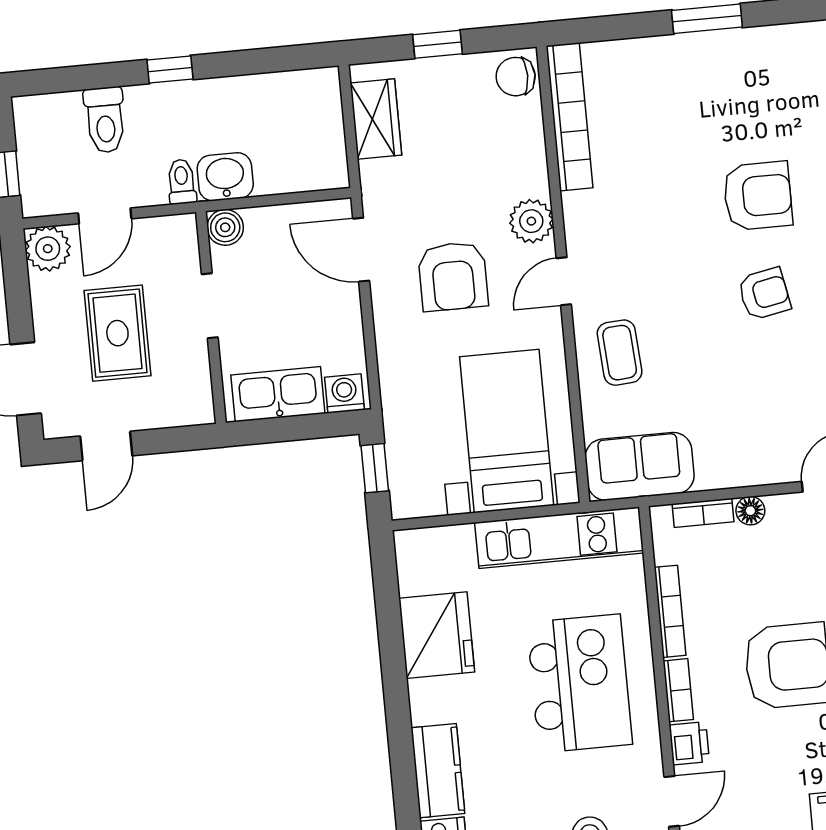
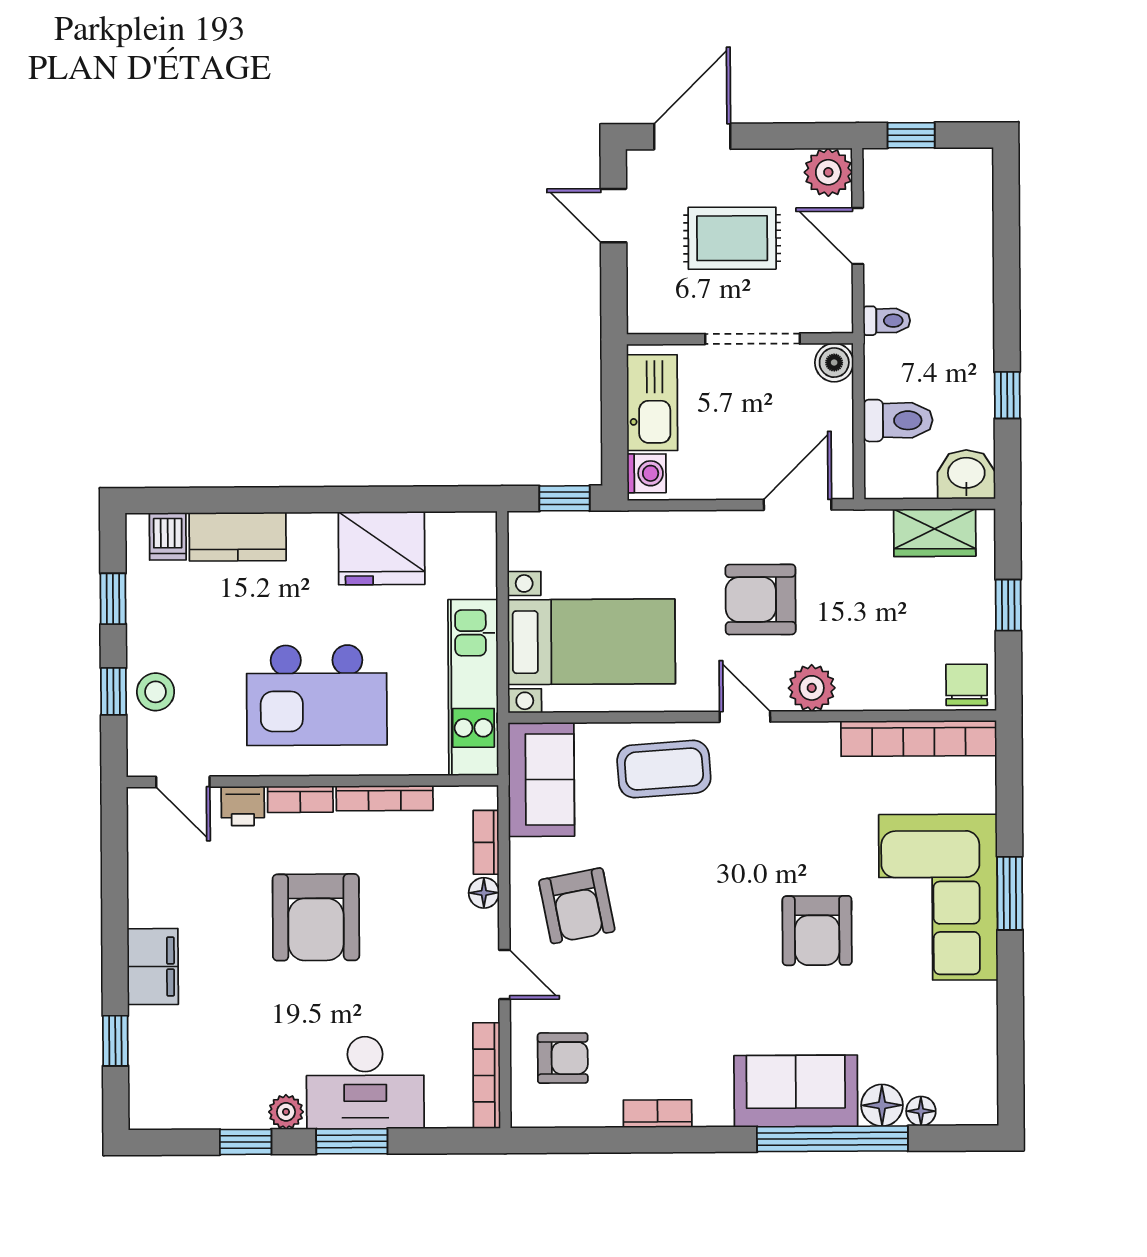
window: (170, 70) -> (1007, 395), moved
corner sofa: (717, 85) -> (938, 897), added
toilet: (105, 120) -> (898, 420), moved, turned 180
washbasin: (225, 177) -> (966, 474), moved, turned -90
armchair: (764, 294) -> (577, 906), moved, width x1.38, depth x1.38
doorway: (210, 306) -> (752, 339), width x1.38
coffee table: (620, 353) -> (664, 769), width x1.36, depth x1.30

